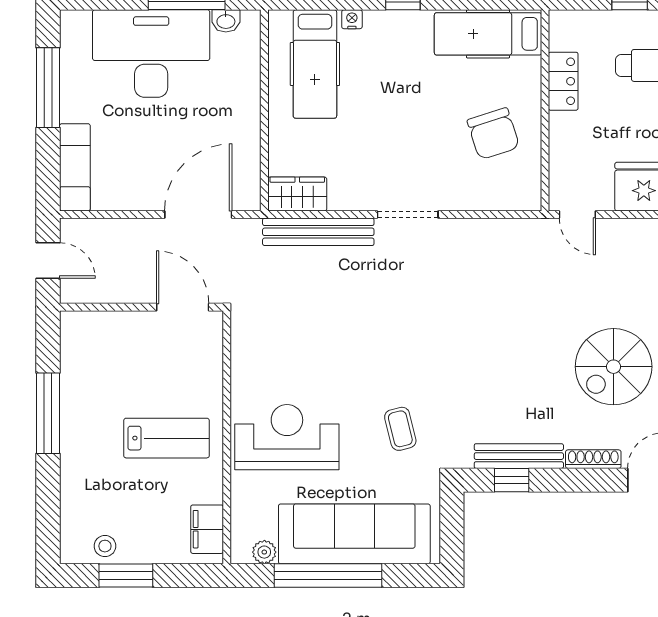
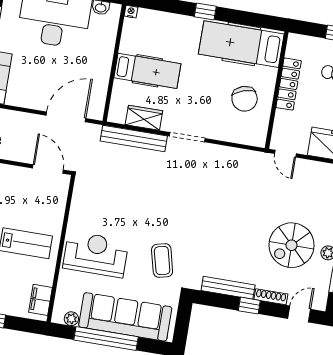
nightstand: (352, 19) -> (131, 12), moved
hospital bed: (488, 34) -> (241, 44), width x1.37, depth x1.29
hospital bed: (315, 64) -> (147, 71), moved, turned -90
locker: (563, 81) -> (289, 84), width x1.53
wardrobe: (297, 194) -> (144, 118), moved
coffee table: (400, 429) -> (162, 261), width x1.36, depth x1.30
window: (512, 480) -> (249, 306), moved

